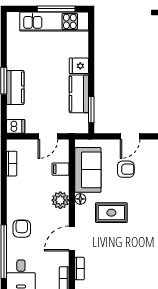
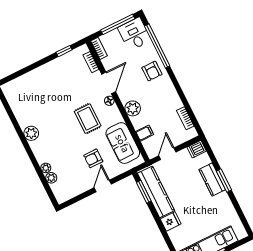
kitchen counter: (79, 94) -> (156, 192), width x1.50
floor lamp: (80, 199) -> (109, 101), moved
rug: (111, 213) -> (88, 119), turned 90

